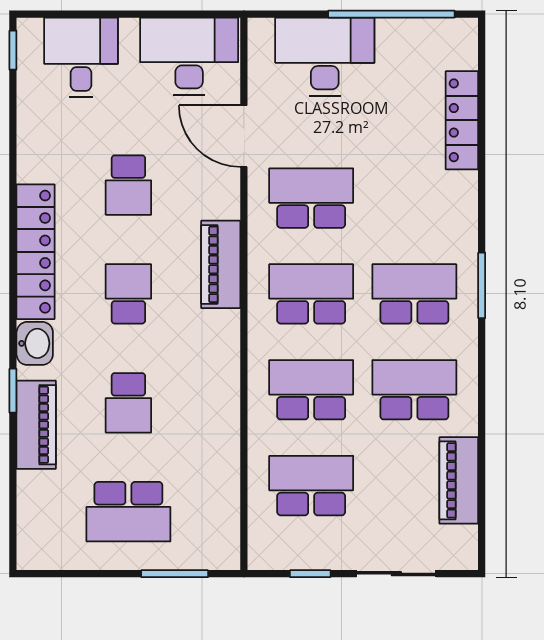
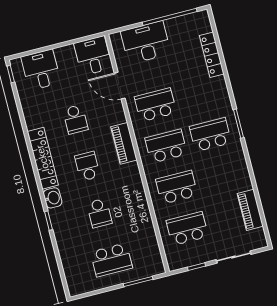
desk: (189, 56) -> (93, 56), width x0.73
school desk: (414, 390) -> (221, 176), removed
piano: (36, 425) -> (62, 233), removed

